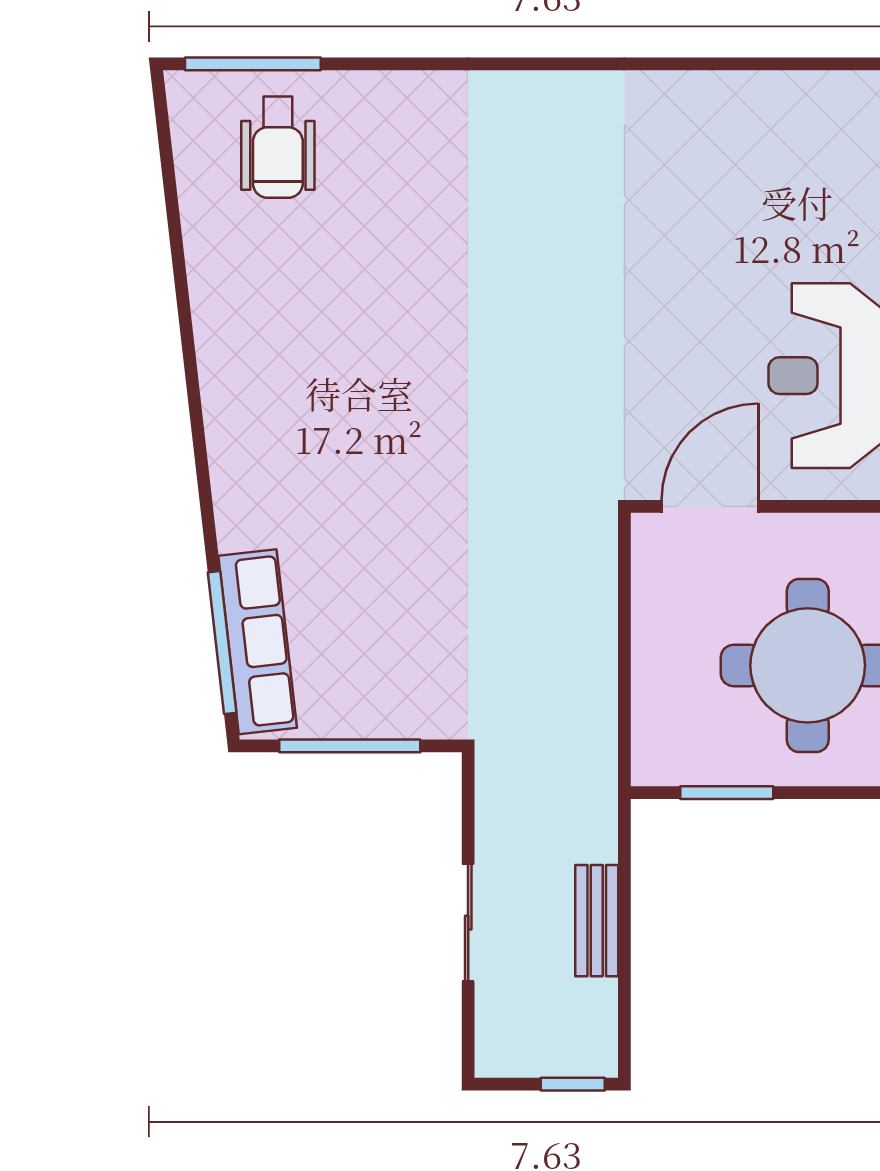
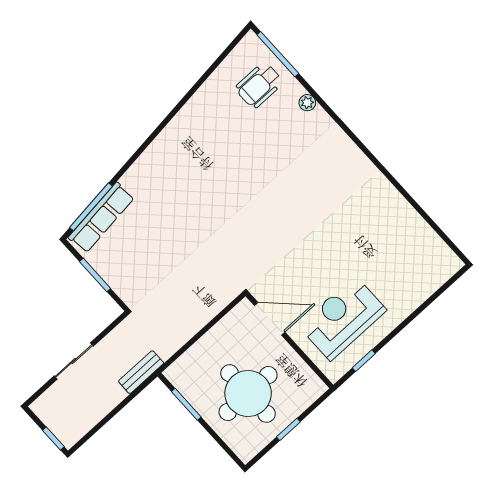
plant: (387, 90) -> (307, 103), added
window: (350, 746) -> (95, 275), width x0.69
bench: (597, 921) -> (141, 372), moved

